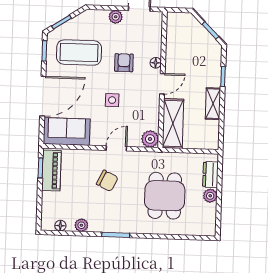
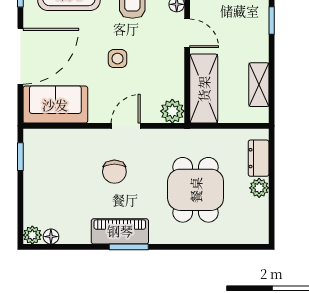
door: (162, 84) -> (187, 33), hinge flipped
shelving: (213, 104) -> (259, 85), moved
piano: (51, 171) -> (120, 231), moved, turned -90
chair: (107, 181) -> (114, 172), turned 64
plant: (81, 225) -> (32, 235), moved

